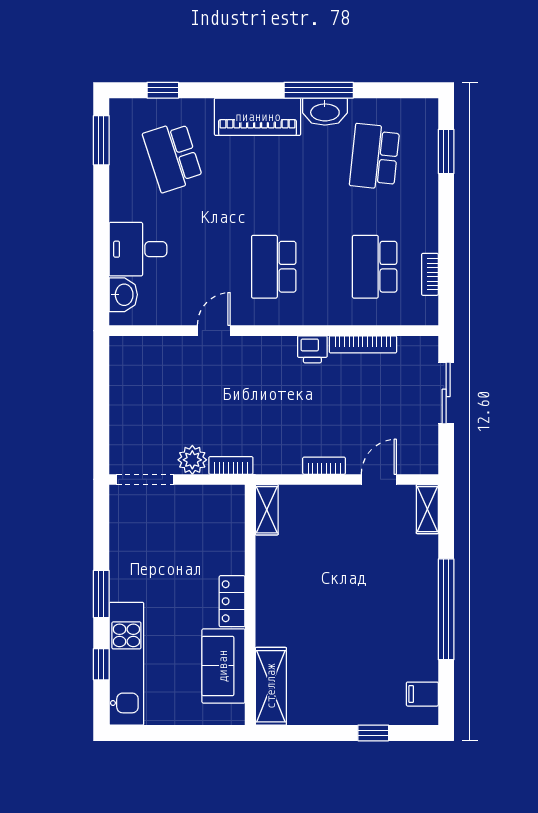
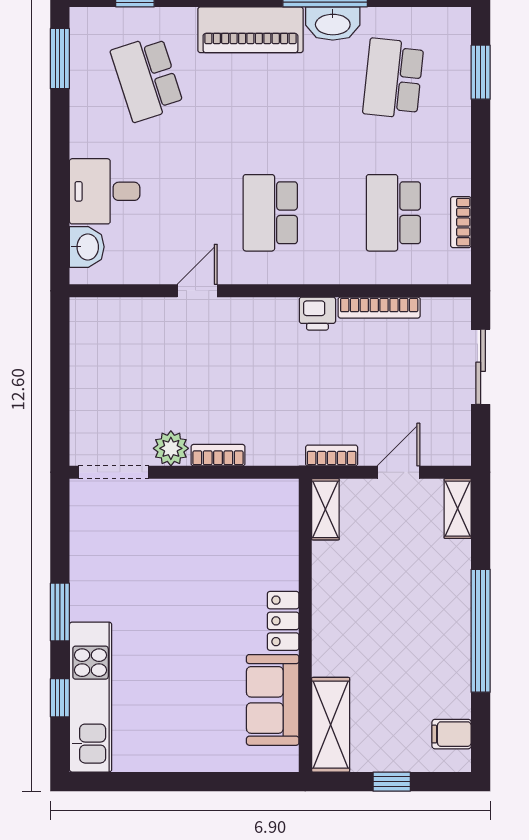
shelving: (267, 510) -> (325, 509), moved
locker: (232, 601) -> (283, 621), moved
wall: (250, 605) -> (305, 625), moved
sofa: (223, 666) -> (273, 700), moved
shelving: (271, 686) -> (331, 725), moved

